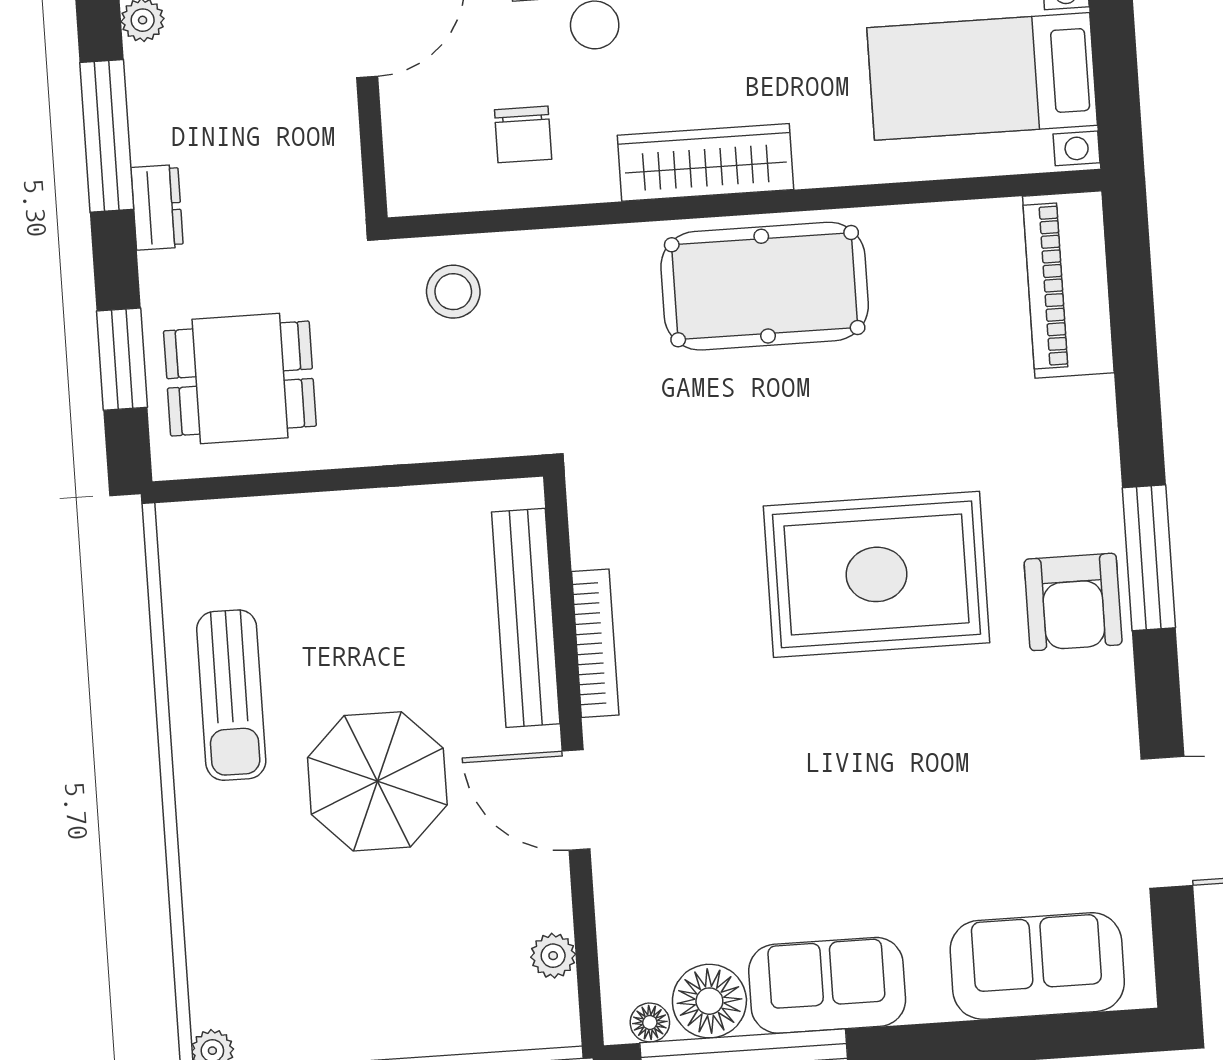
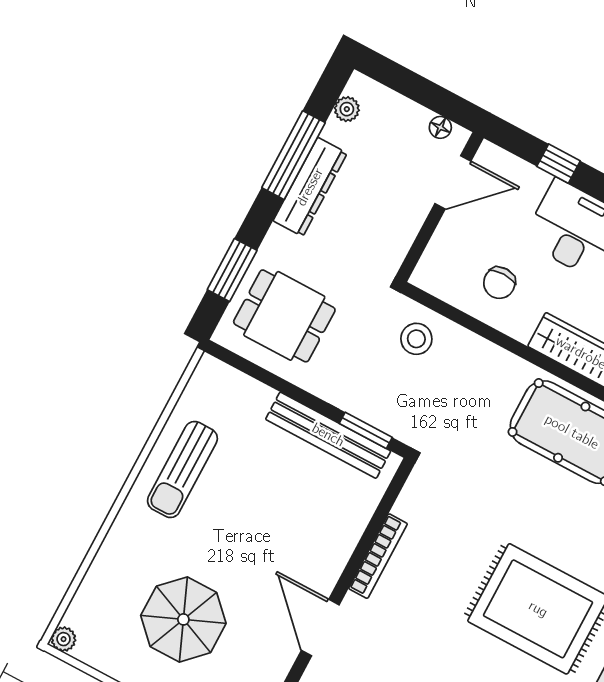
dresser: (157, 207) -> (310, 187), width x1.96, depth x1.24
window: (463, 471) -> (366, 430), added
bench: (526, 618) -> (328, 435), moved, turned 90
parasol: (377, 781) -> (183, 619), moved

